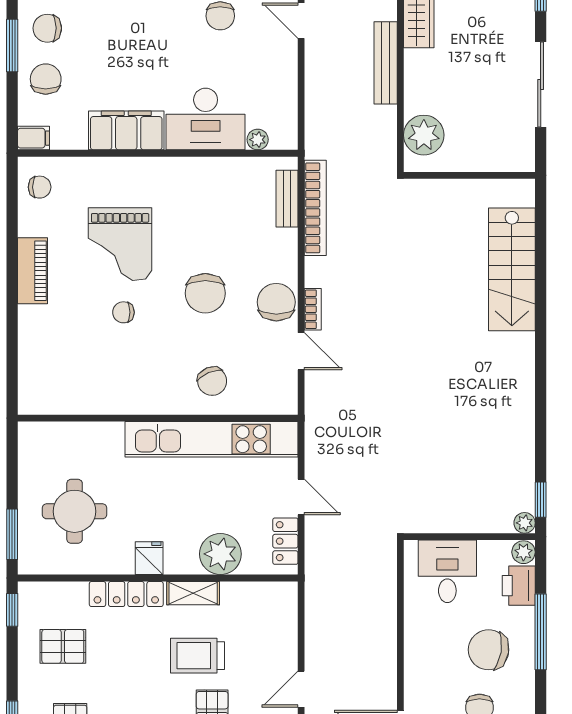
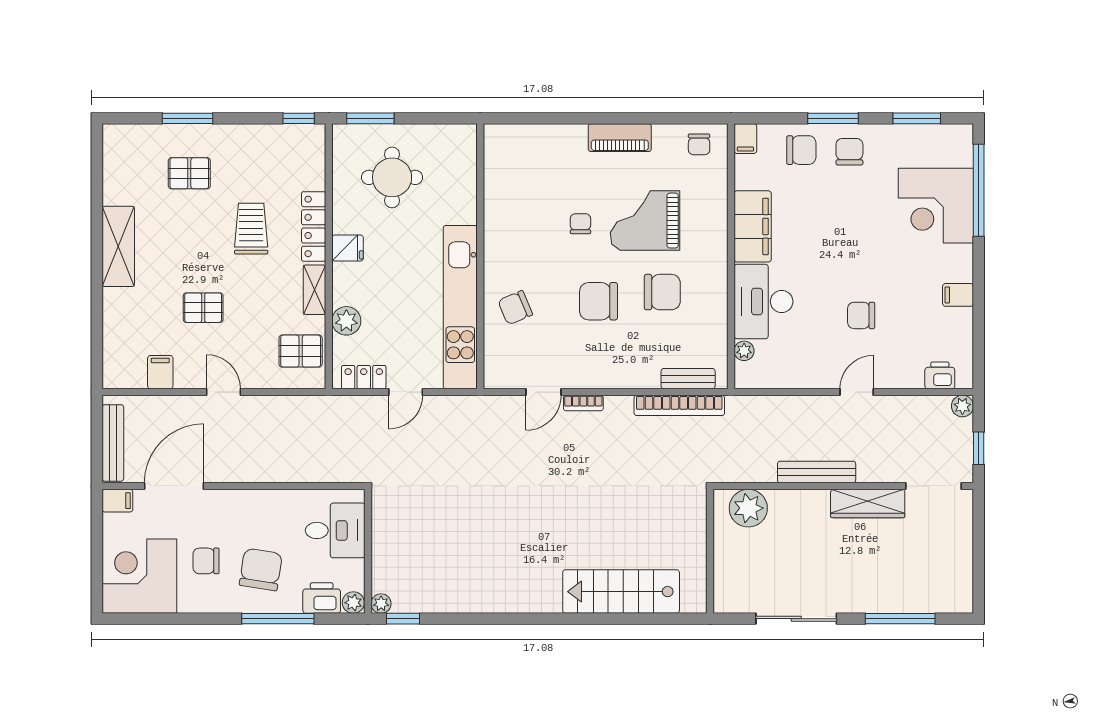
chair: (276, 302) -> (662, 292), moved
plant: (220, 554) -> (346, 321), width x0.73, depth x0.73
pallet: (63, 646) -> (301, 351), moved, turned 90
trolley: (198, 656) -> (251, 229), moved

